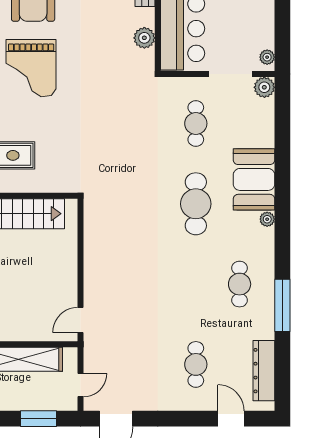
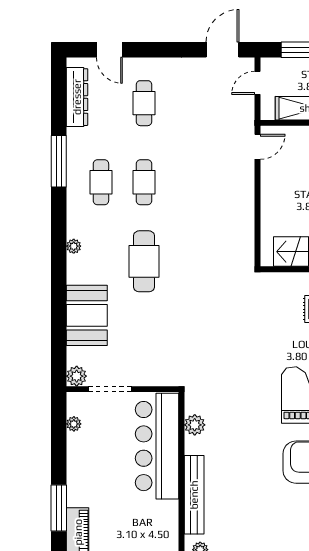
plant: (267, 57) -> (74, 424), moved
cafe table: (196, 123) -> (144, 182), moved
booth: (254, 179) -> (87, 315), moved

